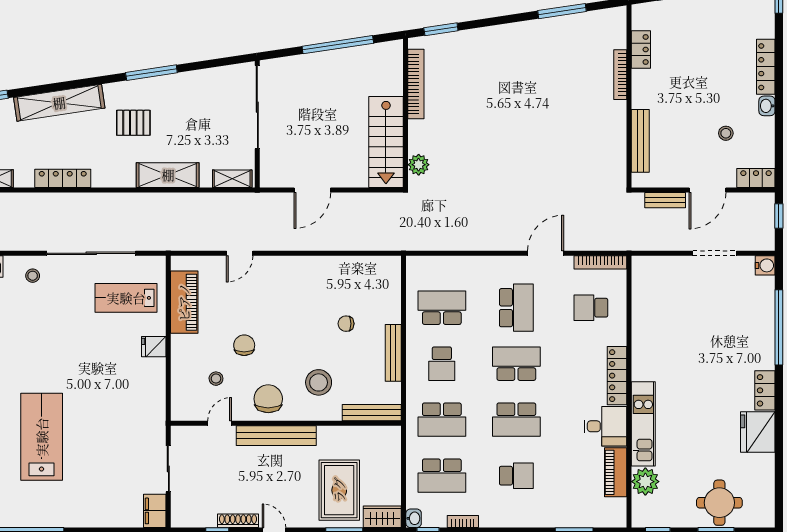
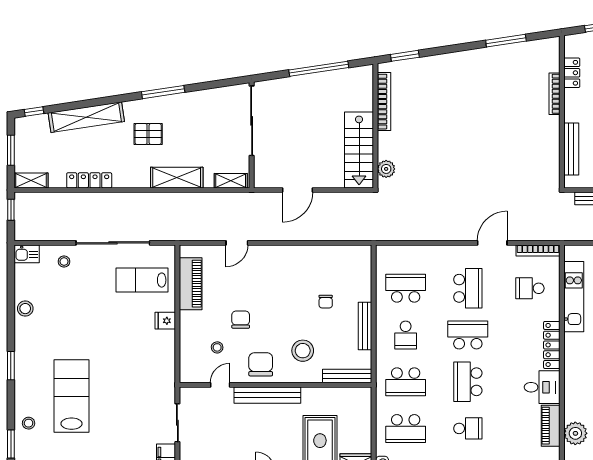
chair: (346, 324) -> (326, 302), turned -90
school desk: (516, 420) -> (468, 382), turned 90
kitchen unit: (643, 424) -> (574, 297), moved

